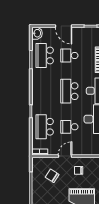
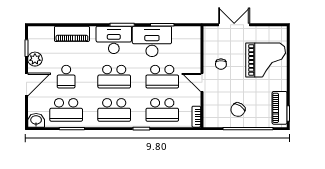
plant: (82, 32) -> (35, 59), added
school desk: (45, 91) -> (114, 110), added
school desk: (69, 127) -> (162, 77), width x1.85
chair: (52, 176) -> (238, 110), moved

